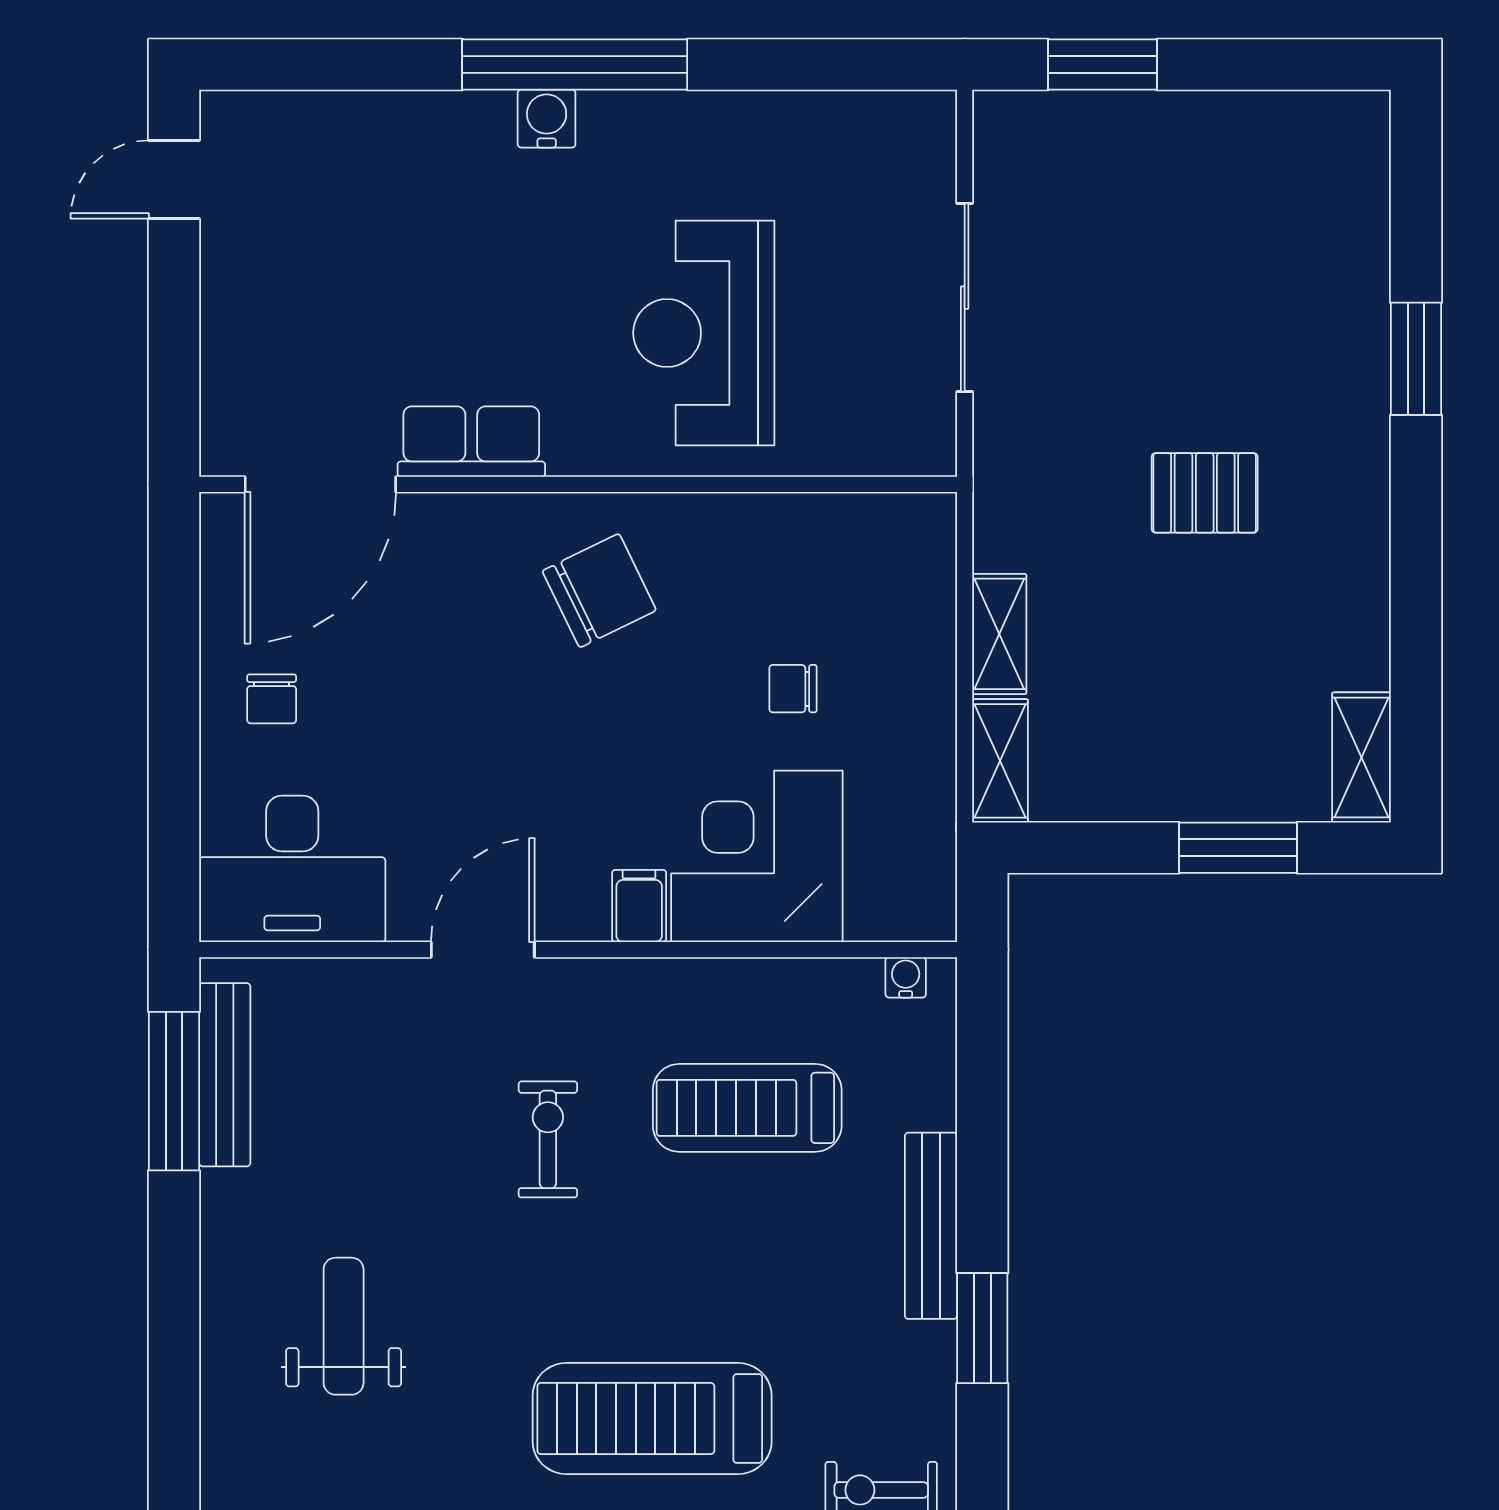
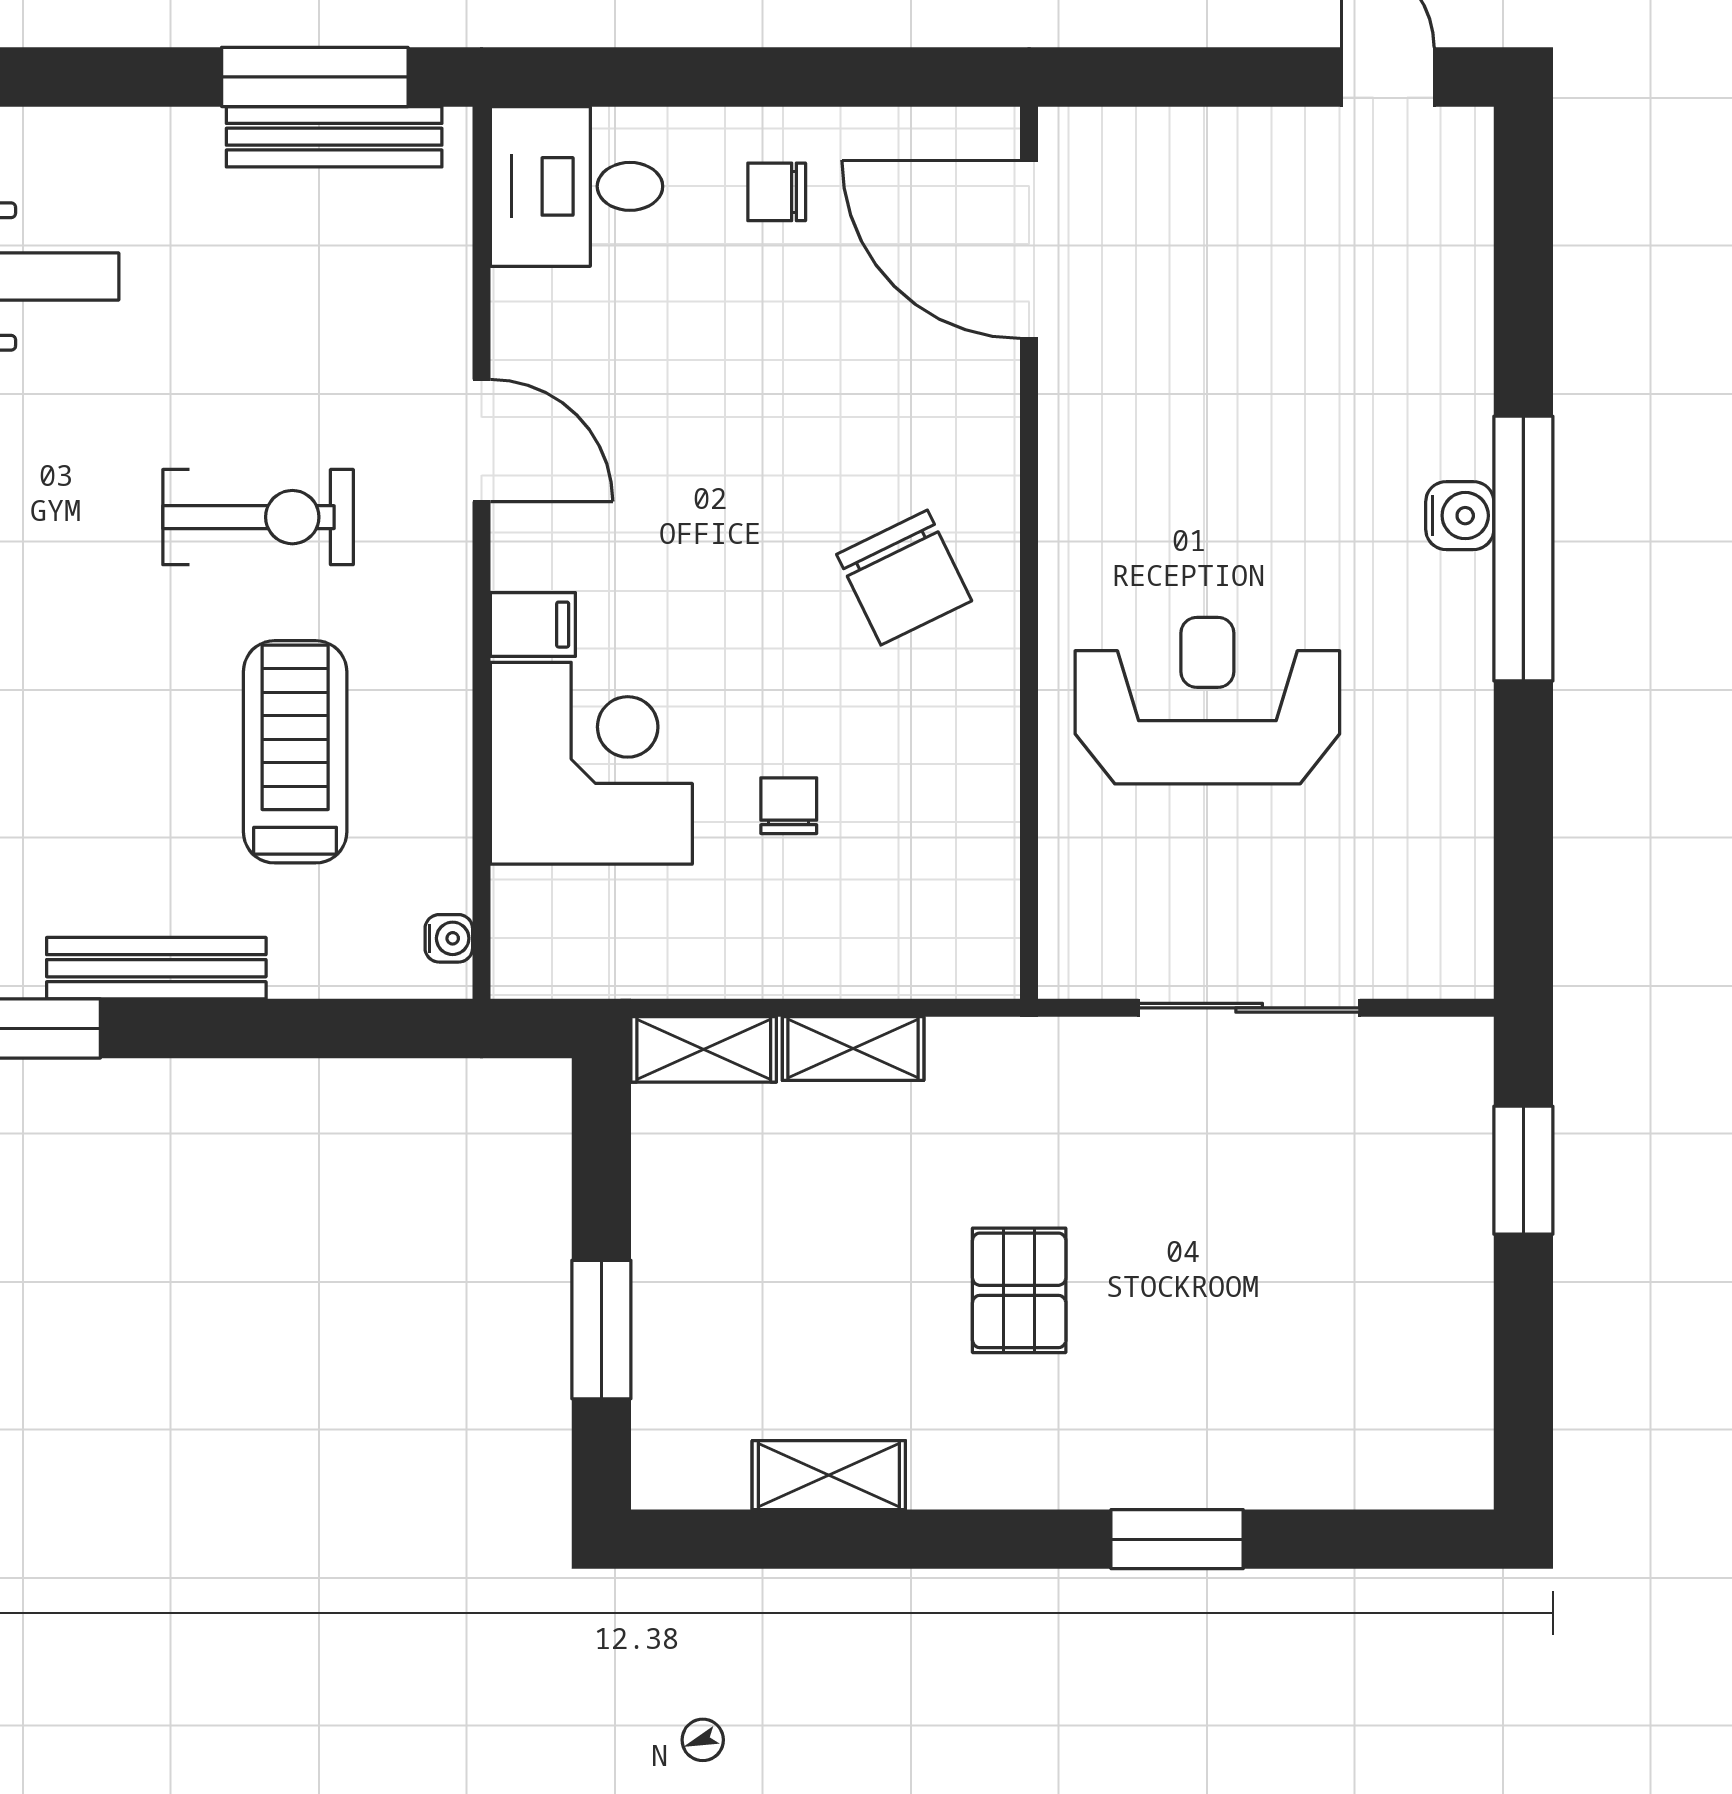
row of seats: (471, 442) -> (1080, 427), removed
shelving: (1362, 757) -> (829, 1475), moved
desk: (292, 869) -> (577, 186), width x0.73
exercise bike: (548, 1139) -> (258, 517), width x1.38, depth x1.39

